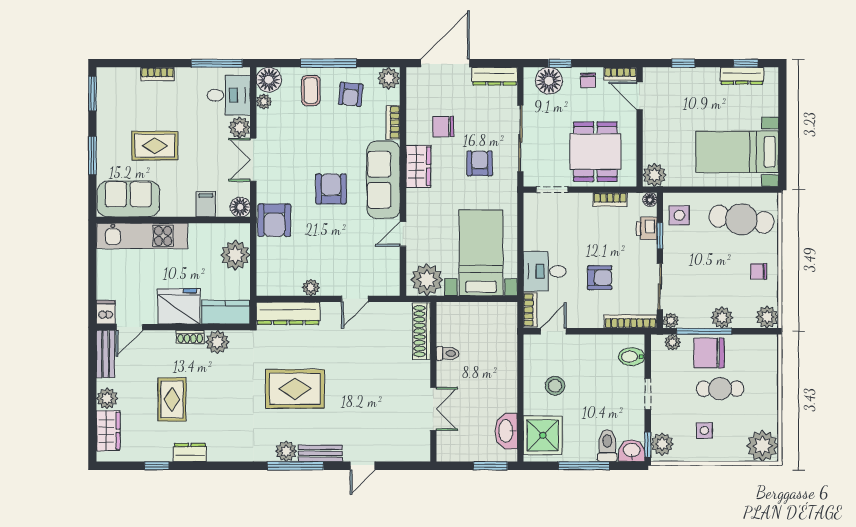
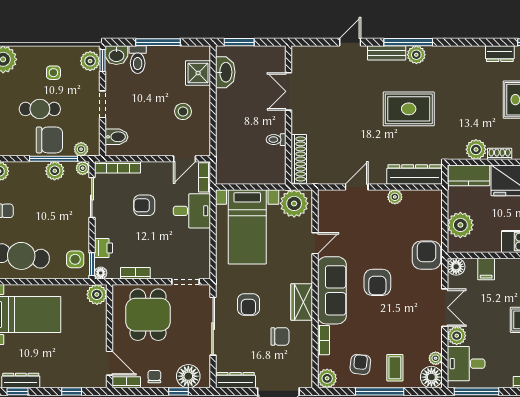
window: (660, 236) -> (92, 264), moved
plant: (722, 317) -> (55, 171), moved
shower: (543, 435) -> (198, 73), width x0.73, depth x0.73

